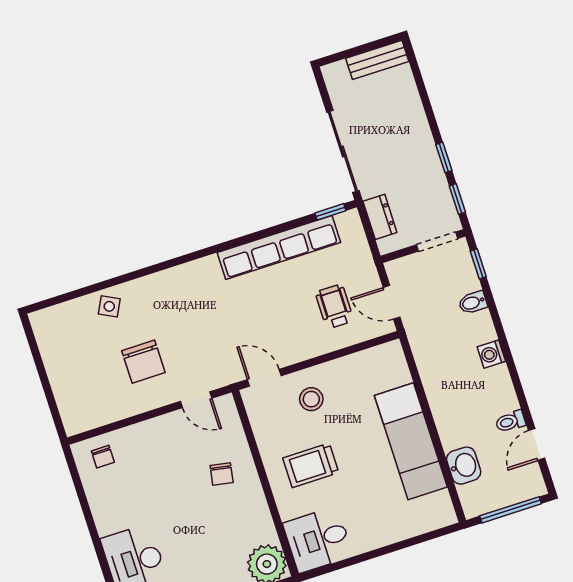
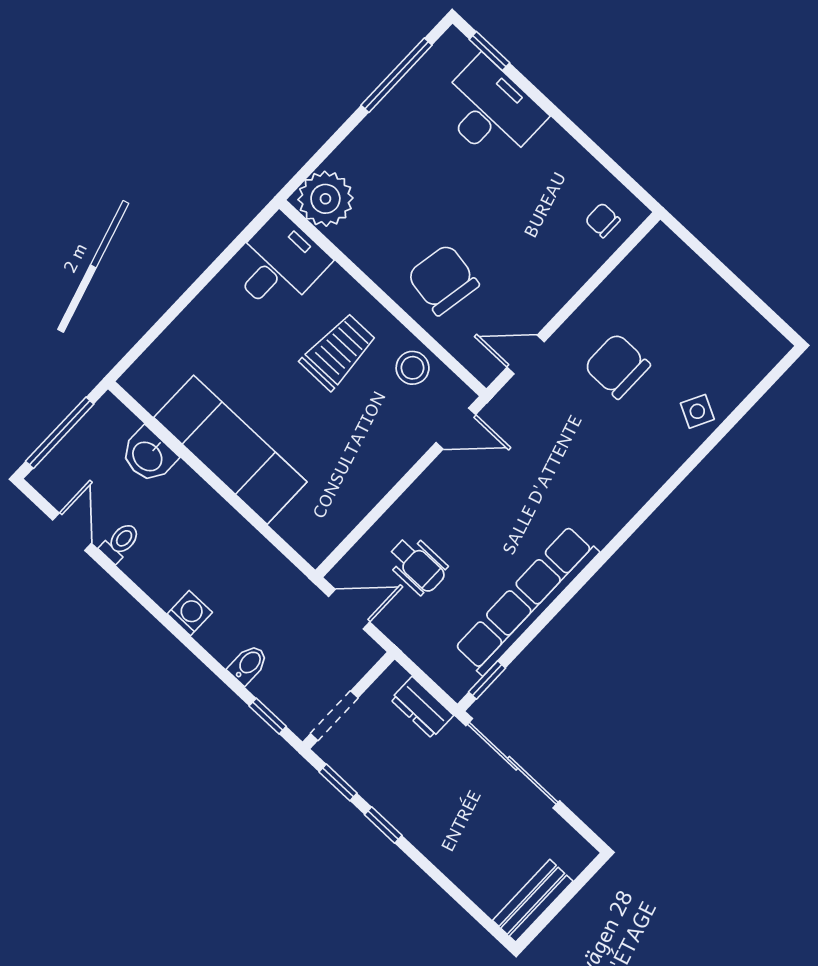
stool: (311, 399) -> (413, 368), moved
chair: (222, 474) -> (443, 280), width x1.87, depth x1.87

